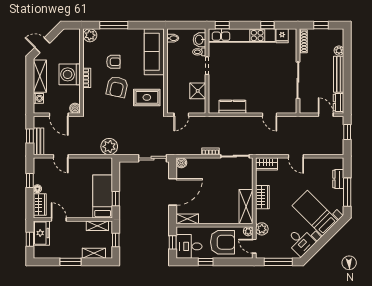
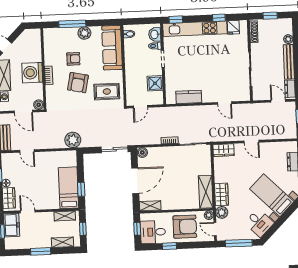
plant: (90, 35) -> (84, 33), moved
wardrobe: (262, 197) -> (221, 194), moved

